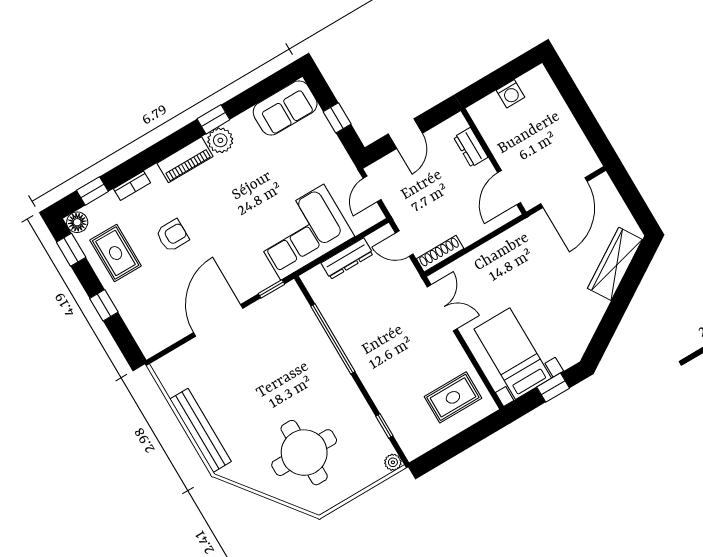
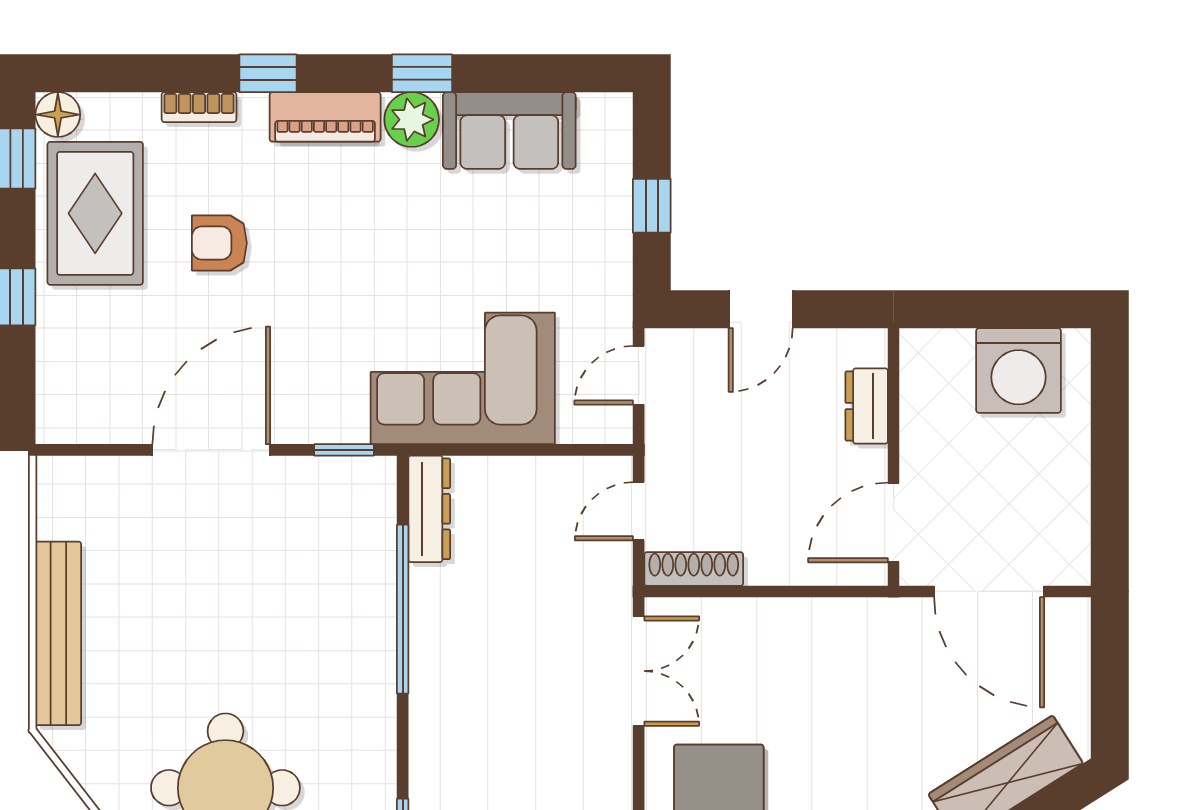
washing machine: (511, 94) -> (1019, 370), width x1.89, depth x1.89
sofa: (285, 108) -> (509, 131), moved
window: (92, 191) -> (268, 73), moved
door: (564, 193) -> (989, 591), hinge flipped
armchair: (172, 235) -> (219, 243), turned 180
door: (404, 244) -> (639, 511), hinge flipped
rug: (116, 253) -> (95, 213), width x1.36, depth x1.43
dresser: (347, 258) -> (429, 509), moved, turned -90

